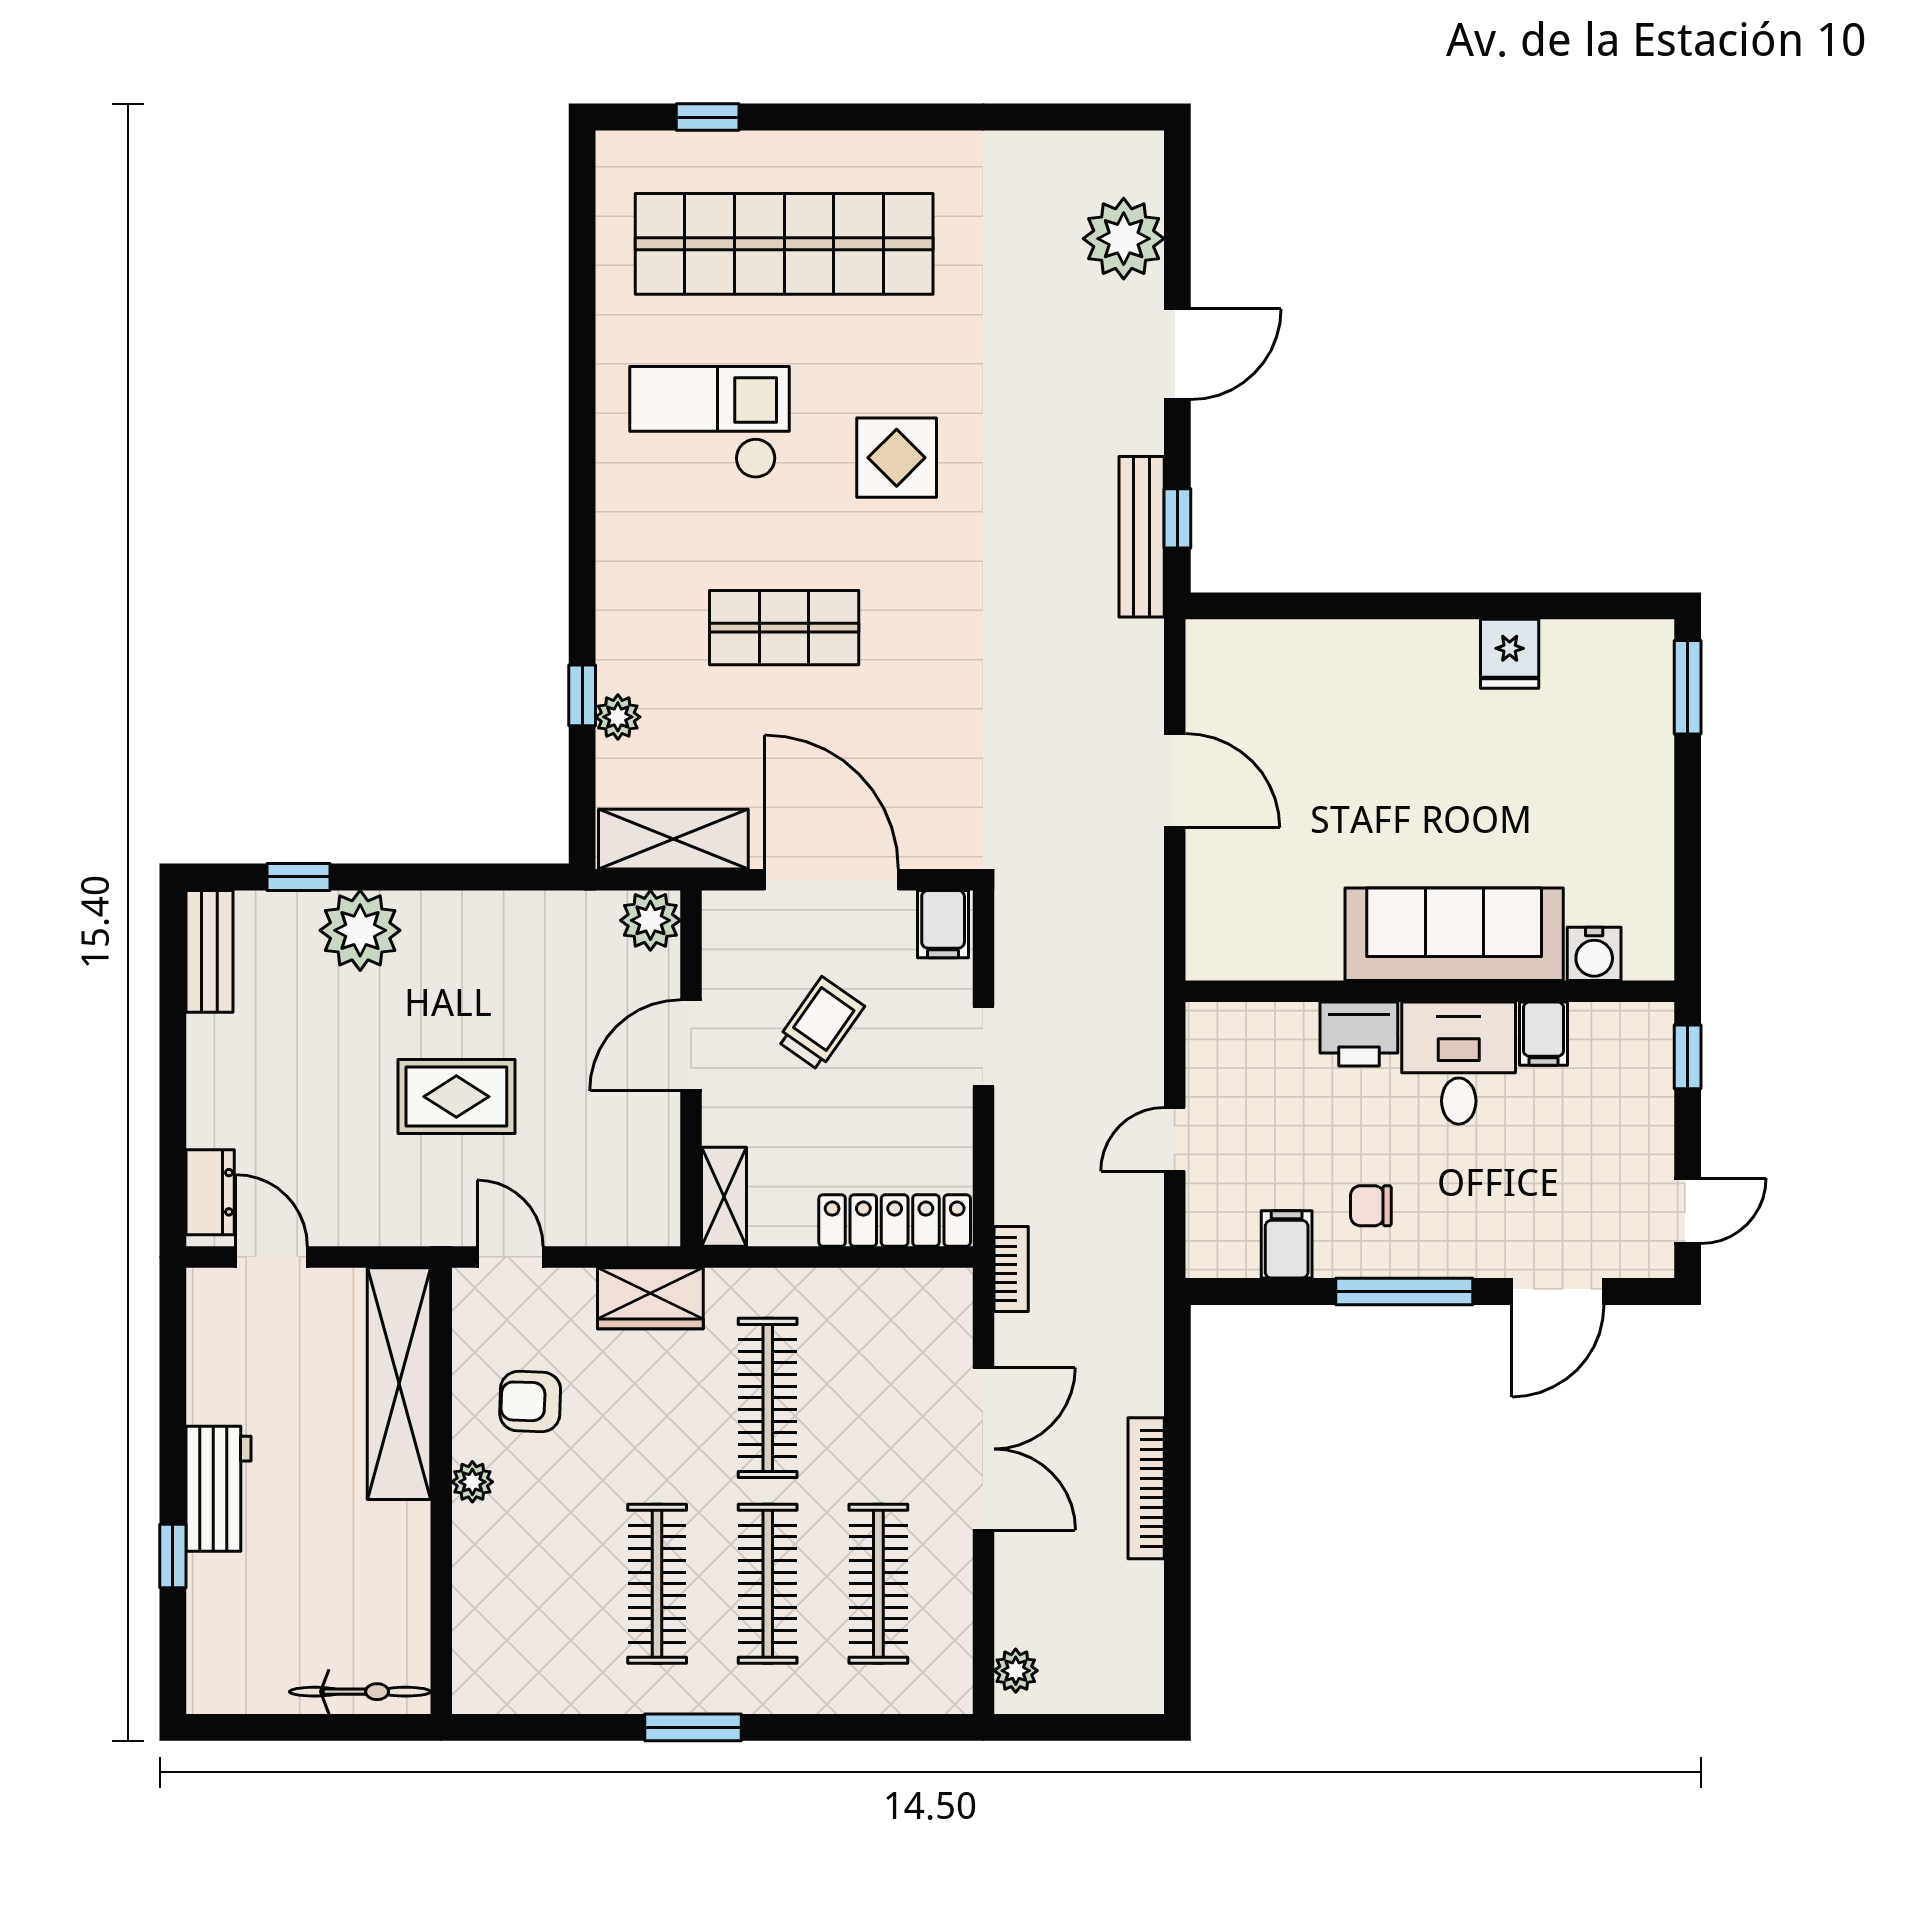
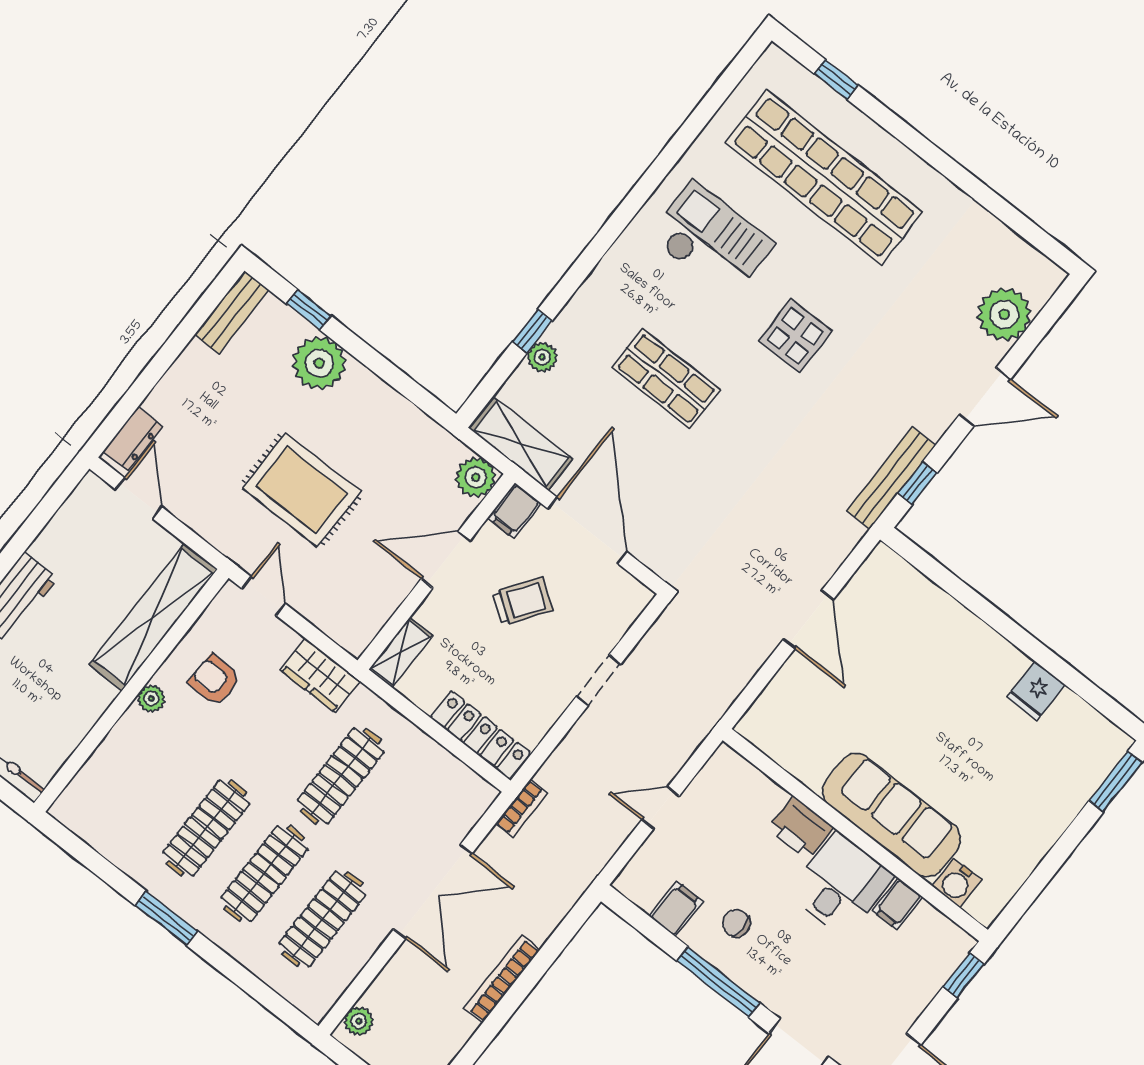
filing cabinet: (943, 924) -> (514, 511), moved
rug: (456, 1097) -> (301, 490), width x1.36, depth x1.43

